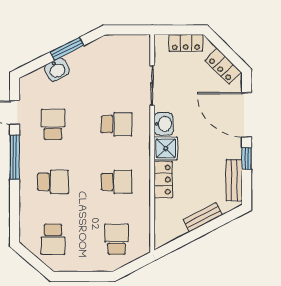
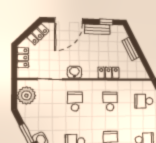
plant: (126, 48) -> (26, 95), added
shower: (166, 148) -> (89, 71), removed
window: (247, 158) -> (106, 22), moved
bench: (234, 180) -> (97, 29), moved

